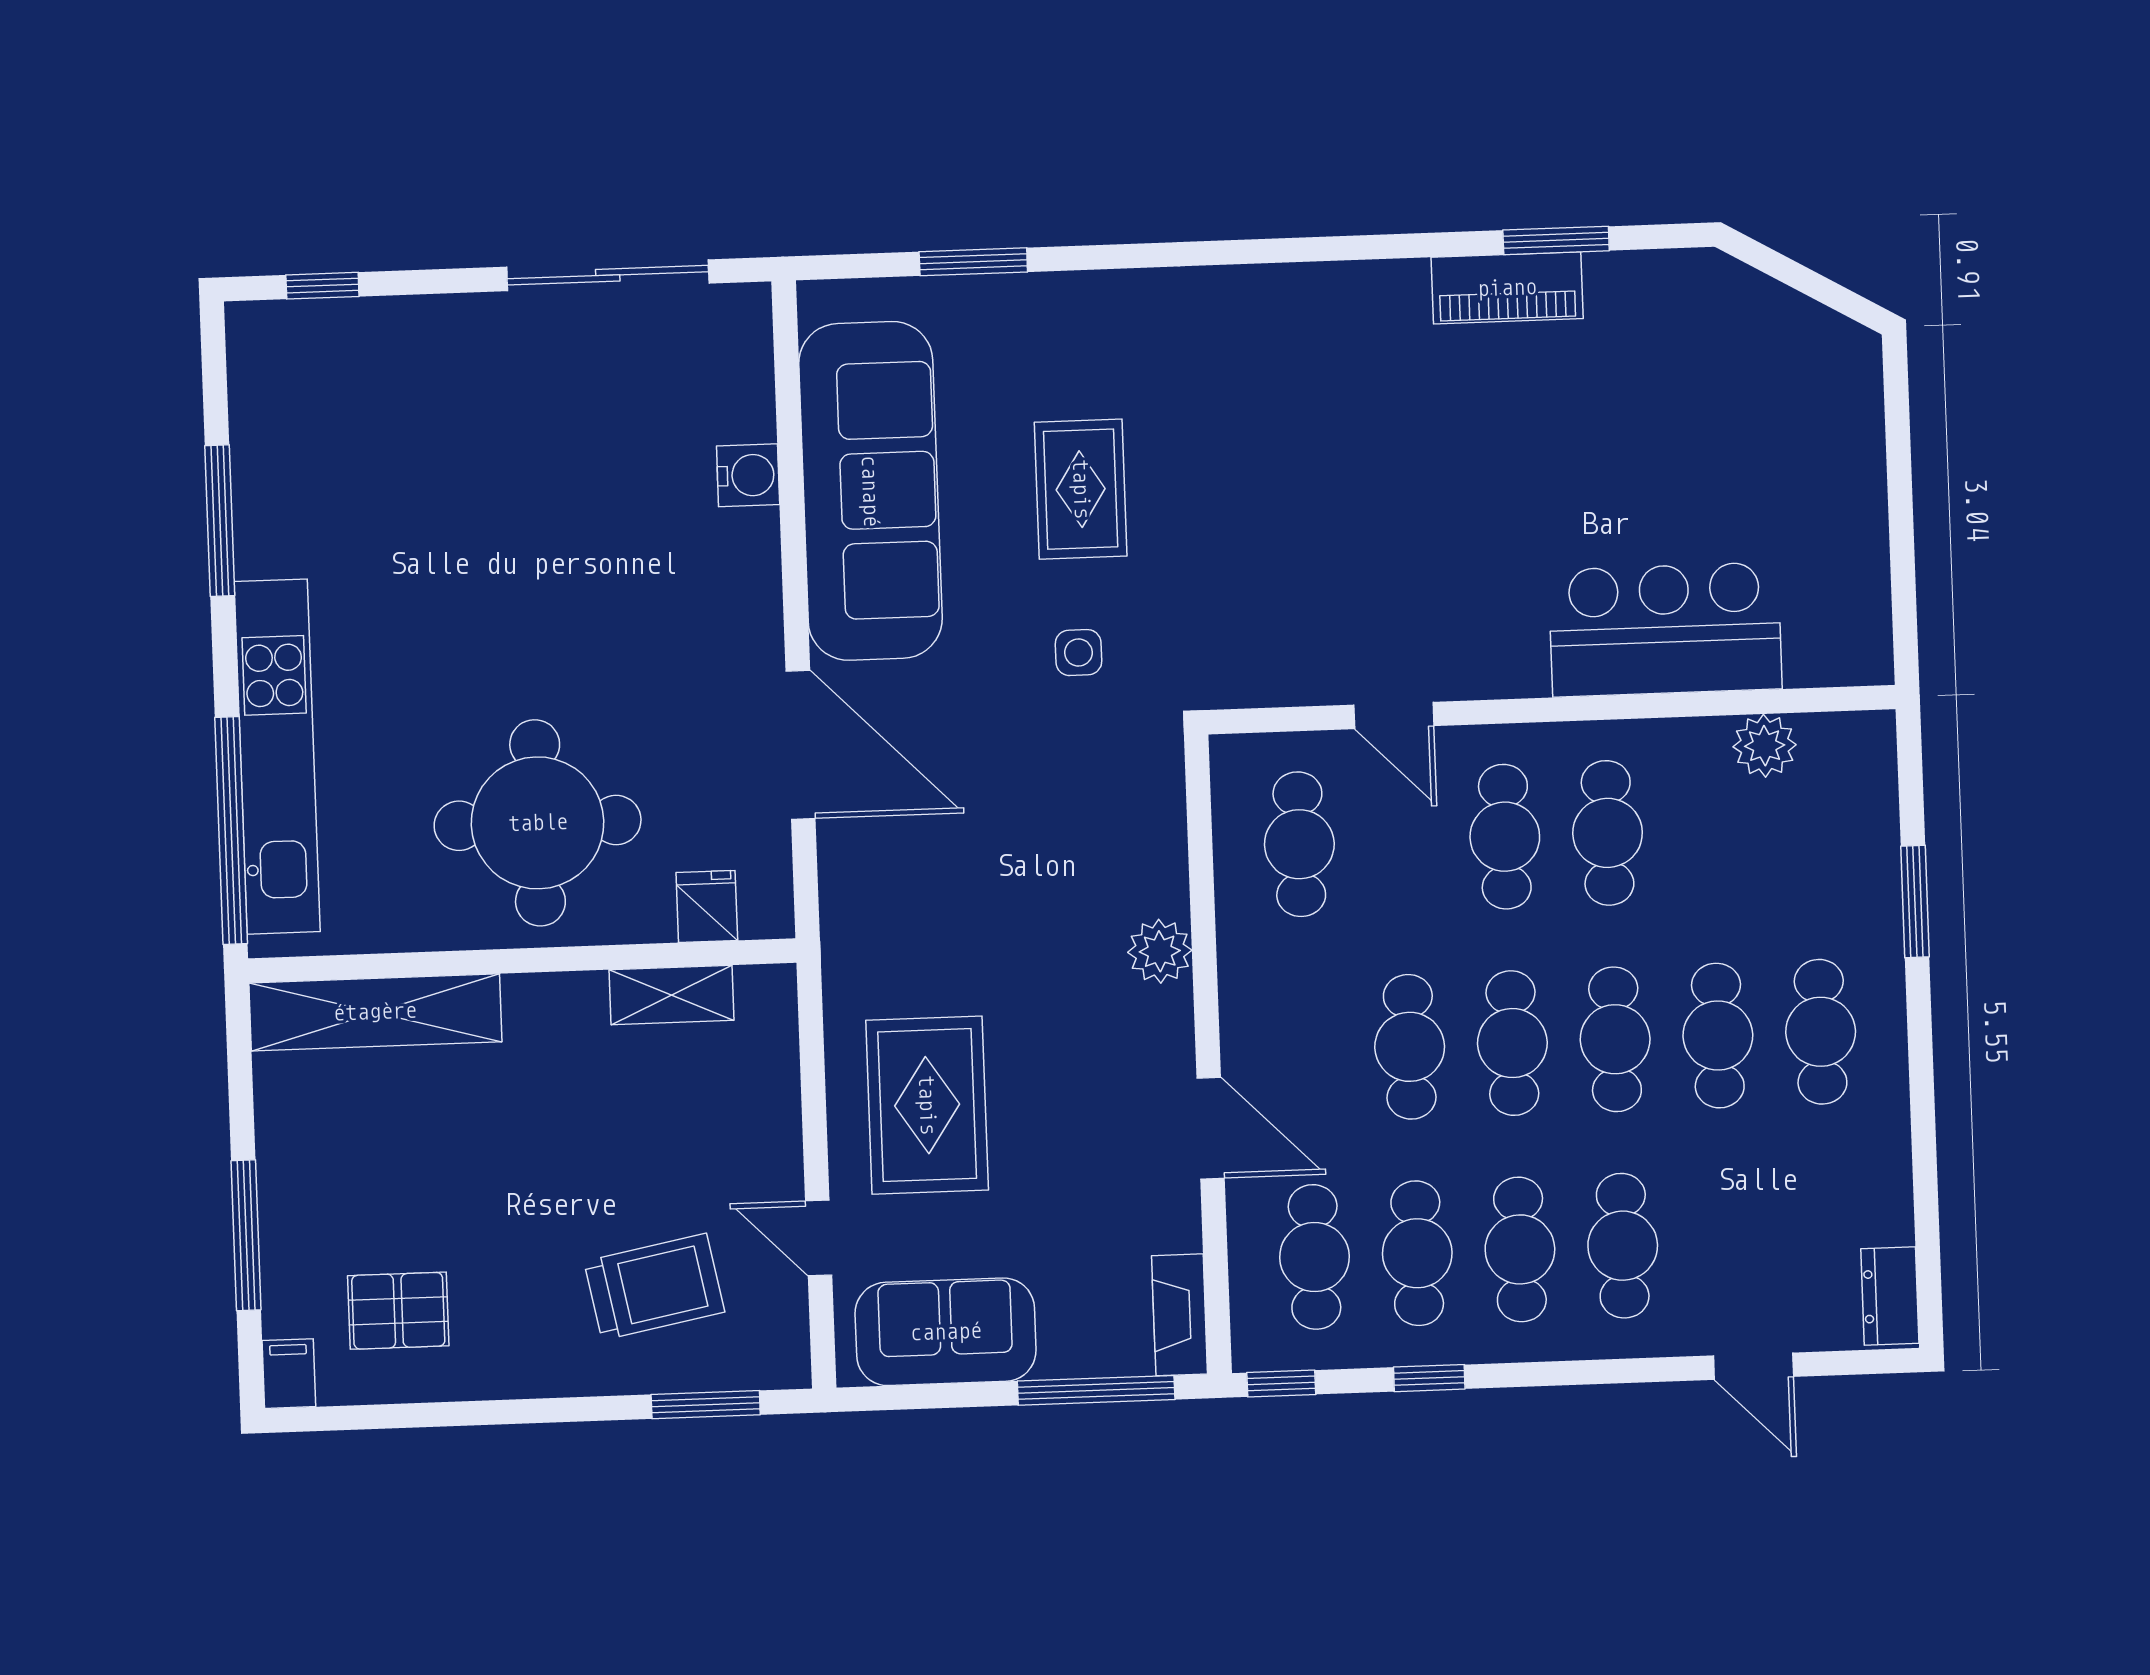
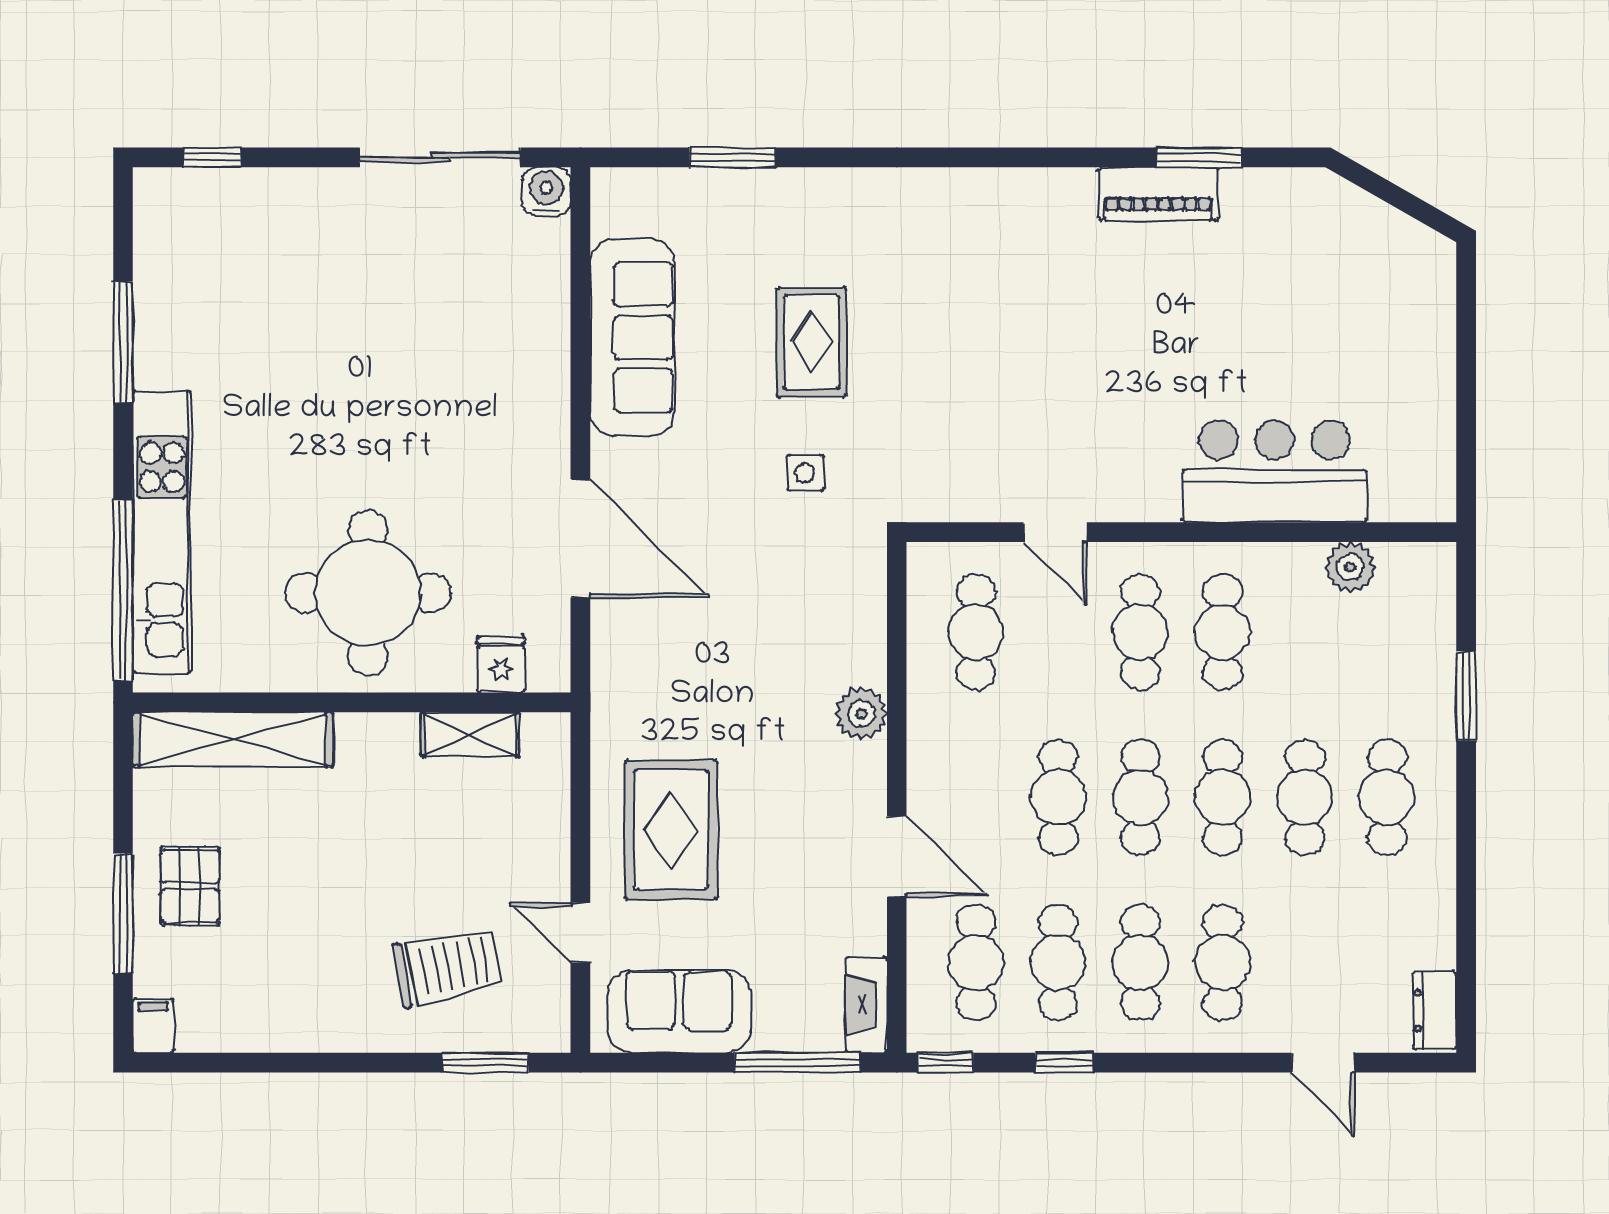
water cooler: (748, 475) -> (546, 192), moved, turned -90
sofa: (870, 491) -> (632, 337), width x0.74, depth x0.79
pallet: (398, 1311) -> (190, 886), moved, turned 90

